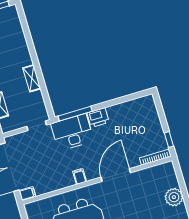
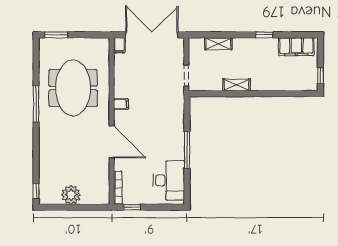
window: (75, 114) -> (187, 150), moved
printer: (98, 118) -> (176, 141), removed
desk: (72, 132) -> (169, 180), moved

